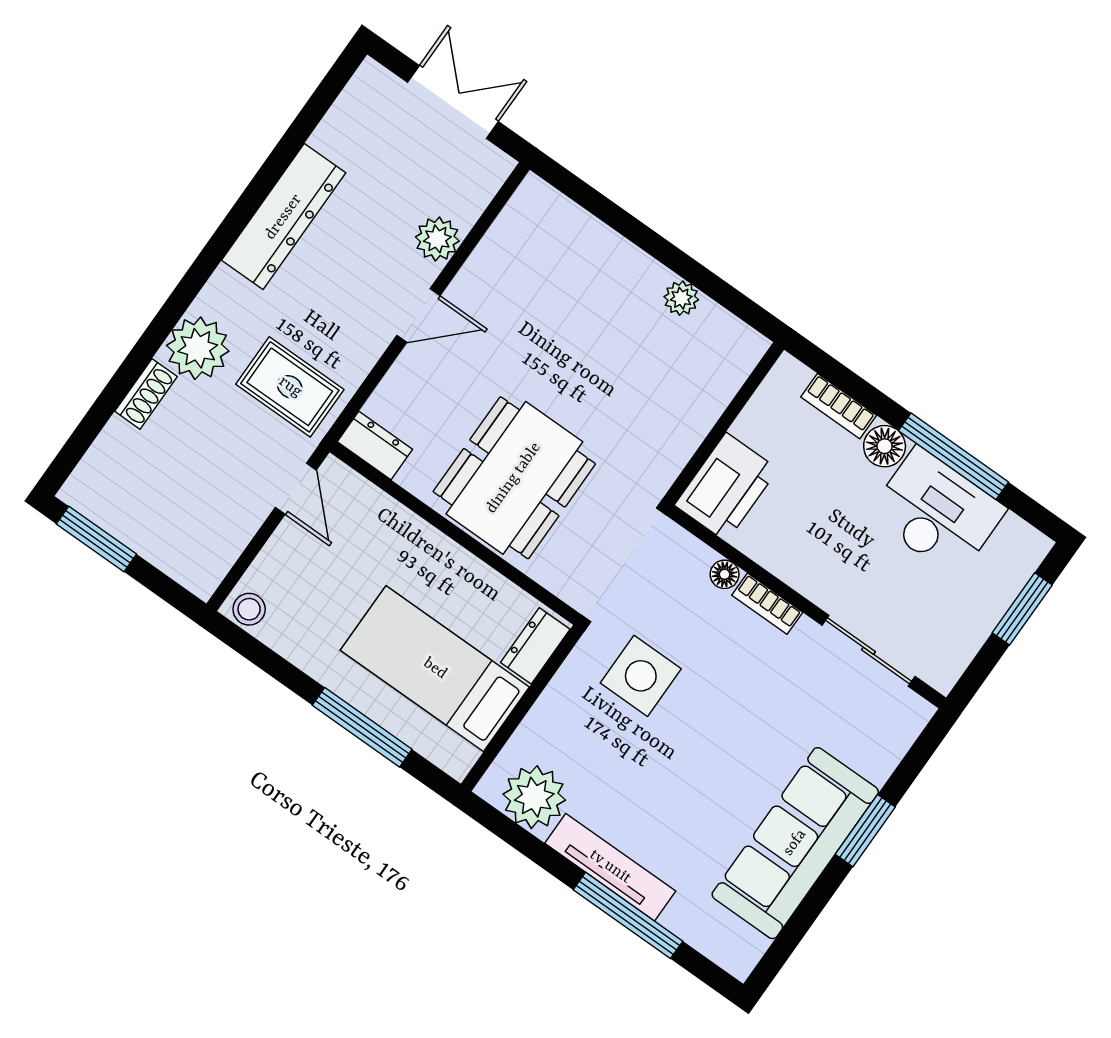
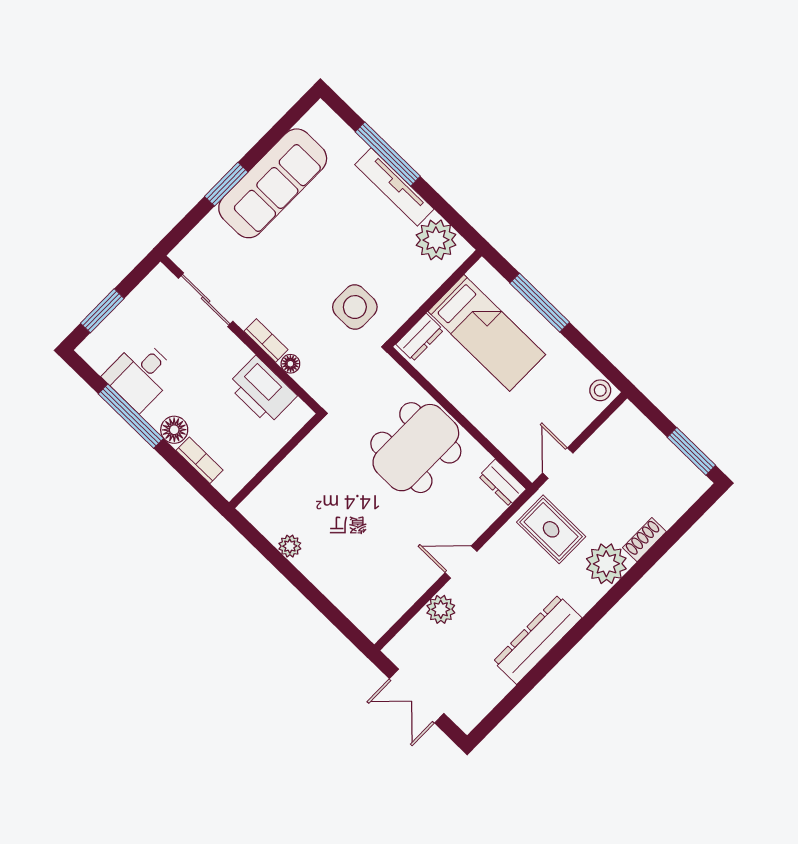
printer: (726, 487) -> (262, 390), moved, turned -90
desk: (937, 512) -> (140, 375), width x0.73

